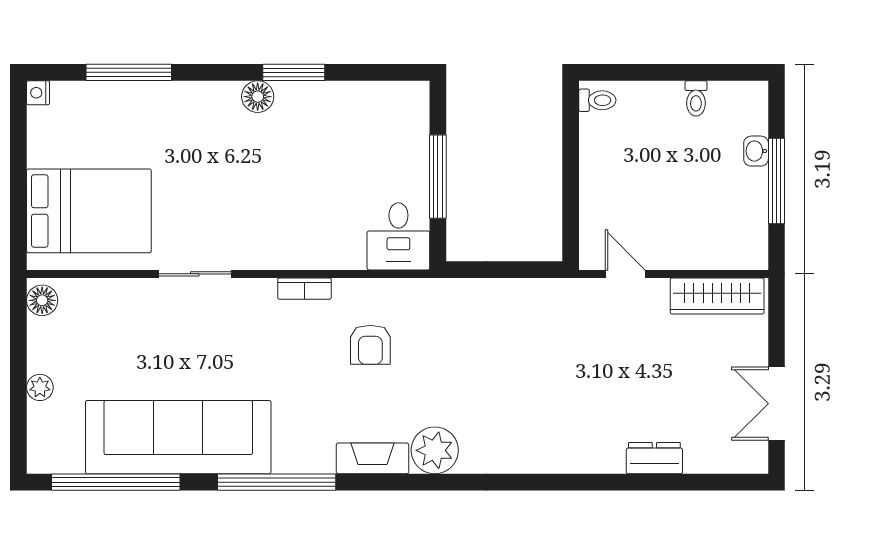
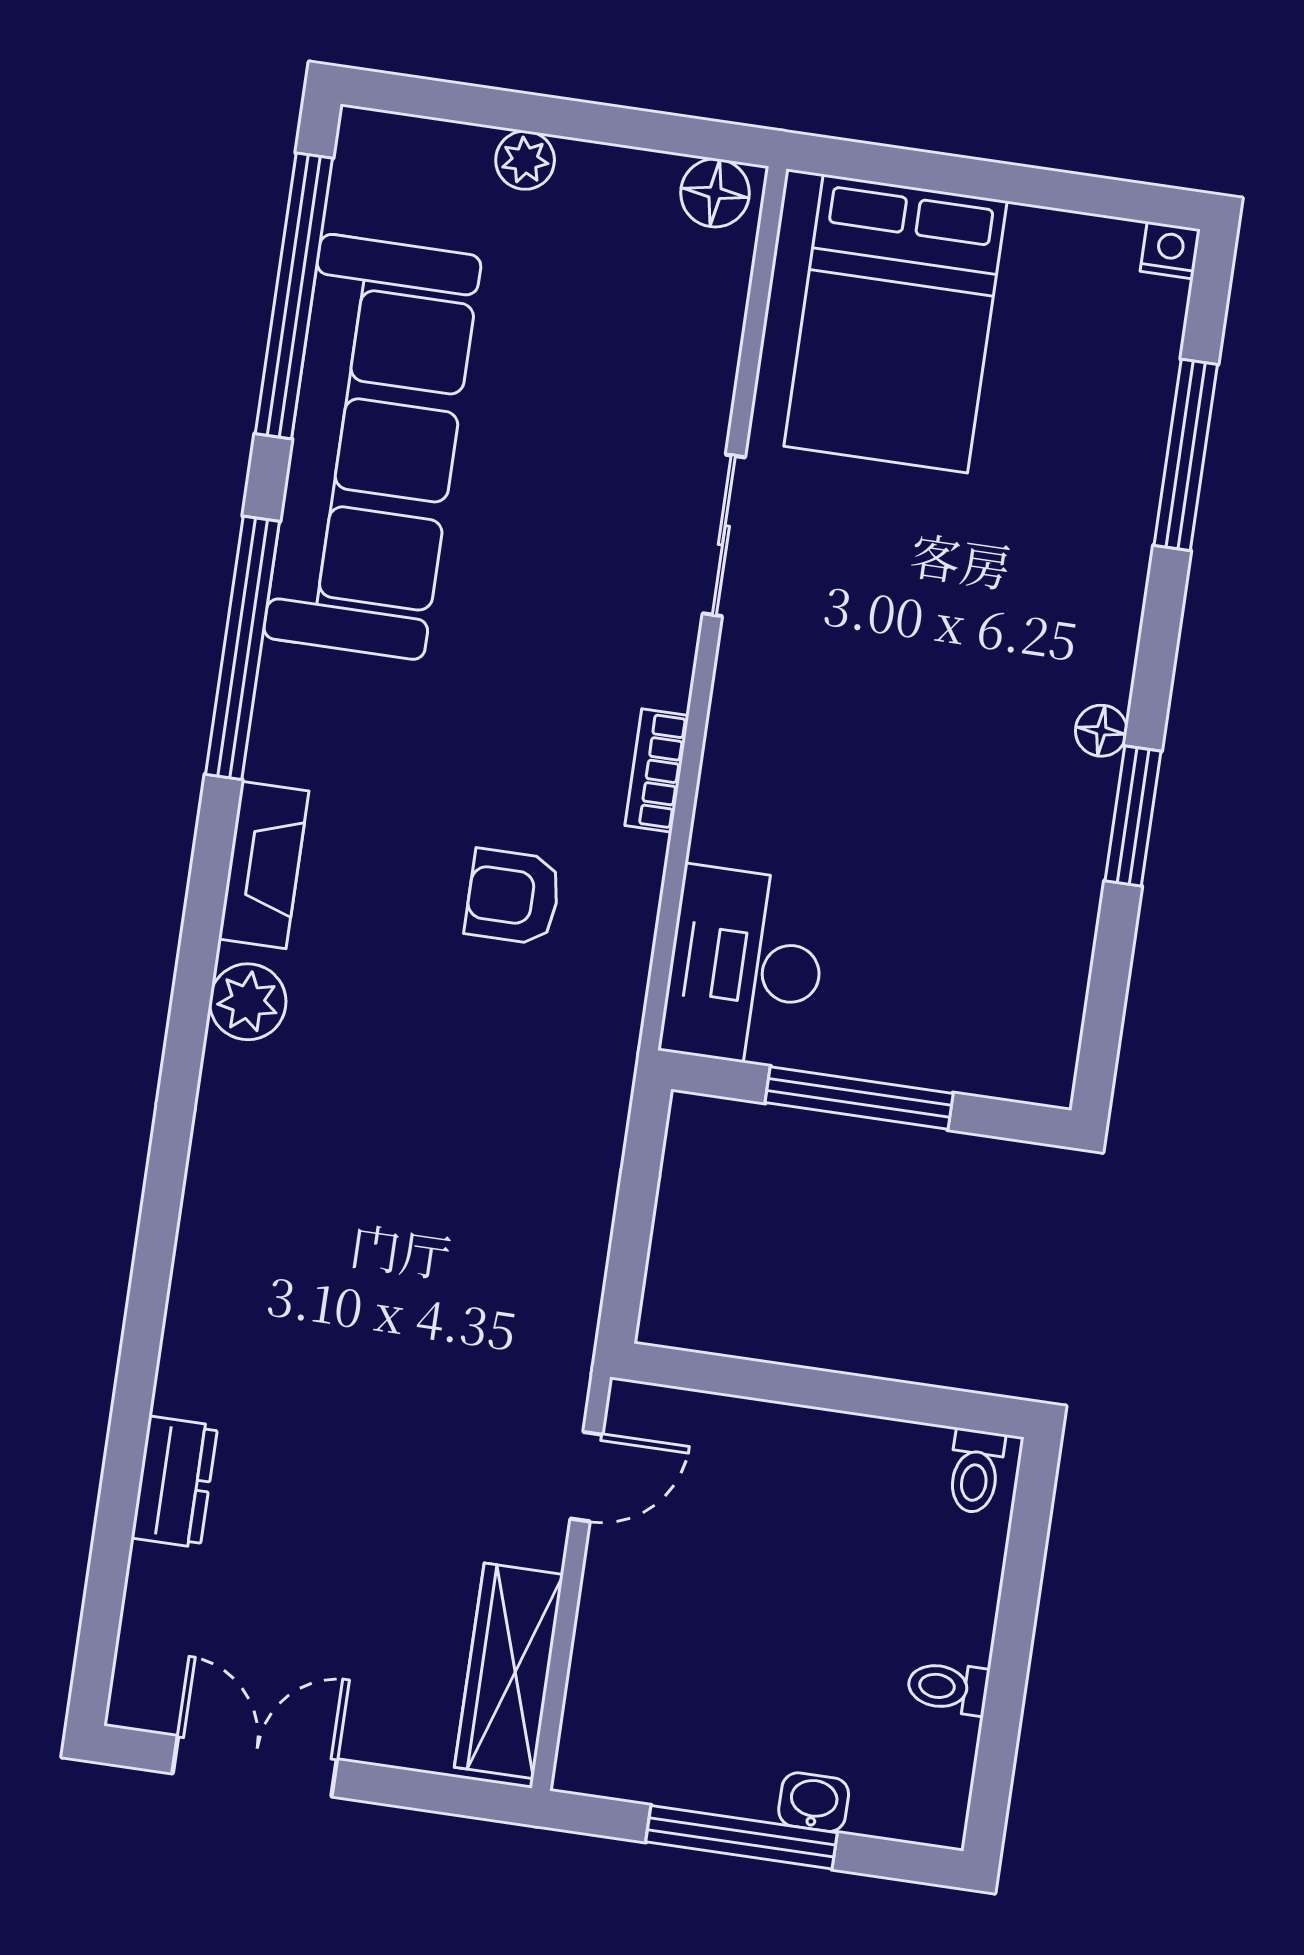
floor lamp: (258, 97) -> (1101, 731), width x0.73, depth x0.73
desk: (398, 236) -> (745, 967), width x1.37
plant: (435, 450) -> (248, 1002), width x0.73, depth x0.73

